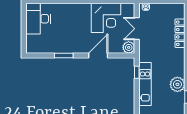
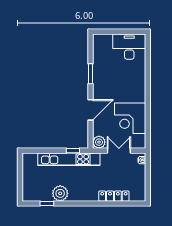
door: (98, 56) -> (90, 110), hinge flipped
kitchen unit: (145, 84) -> (69, 159), width x1.36

